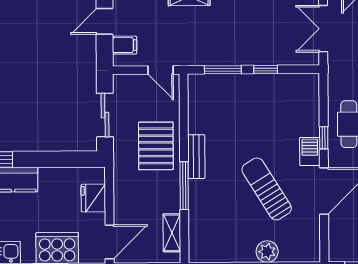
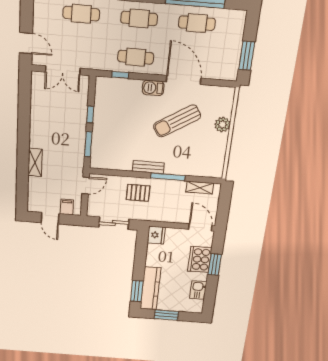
window: (324, 138) -> (120, 75), moved
pallet: (156, 146) -> (138, 193), width x0.67, depth x0.71
fridge: (93, 198) -> (156, 235), moved, turned -90

